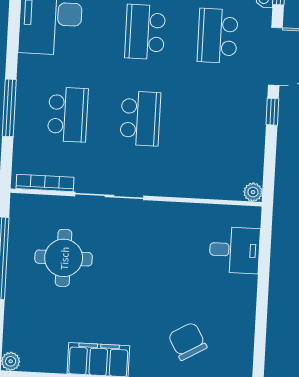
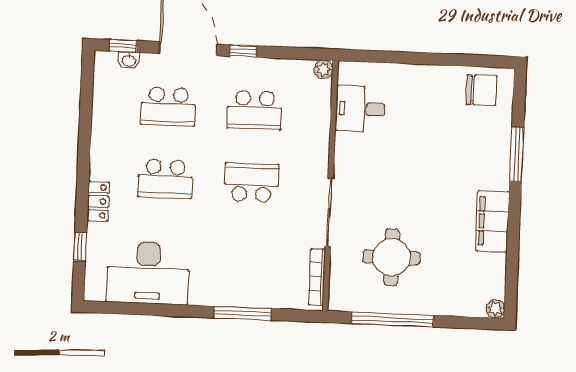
school desk: (68, 115) -> (255, 110), moved, turned 180
desk: (235, 250) -> (360, 109), moved, turned -90
chair: (188, 341) -> (481, 90), moved, turned -150

